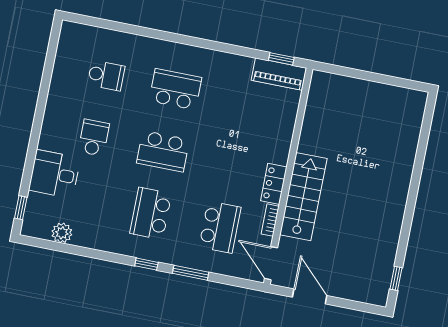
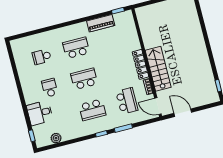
piano: (279, 74) -> (101, 23), moved
school desk: (106, 76) -> (42, 57), turned 180
school desk: (163, 151) -> (84, 79), turned 180
locker: (274, 184) -> (141, 64), width x1.53
school desk: (151, 213) -> (92, 110), turned -90

